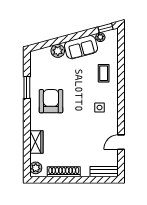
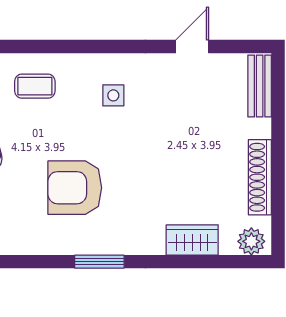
window: (27, 87) -> (99, 262), moved
armchair: (51, 101) -> (75, 188), moved
door: (121, 142) -> (192, 47), swing flipped

